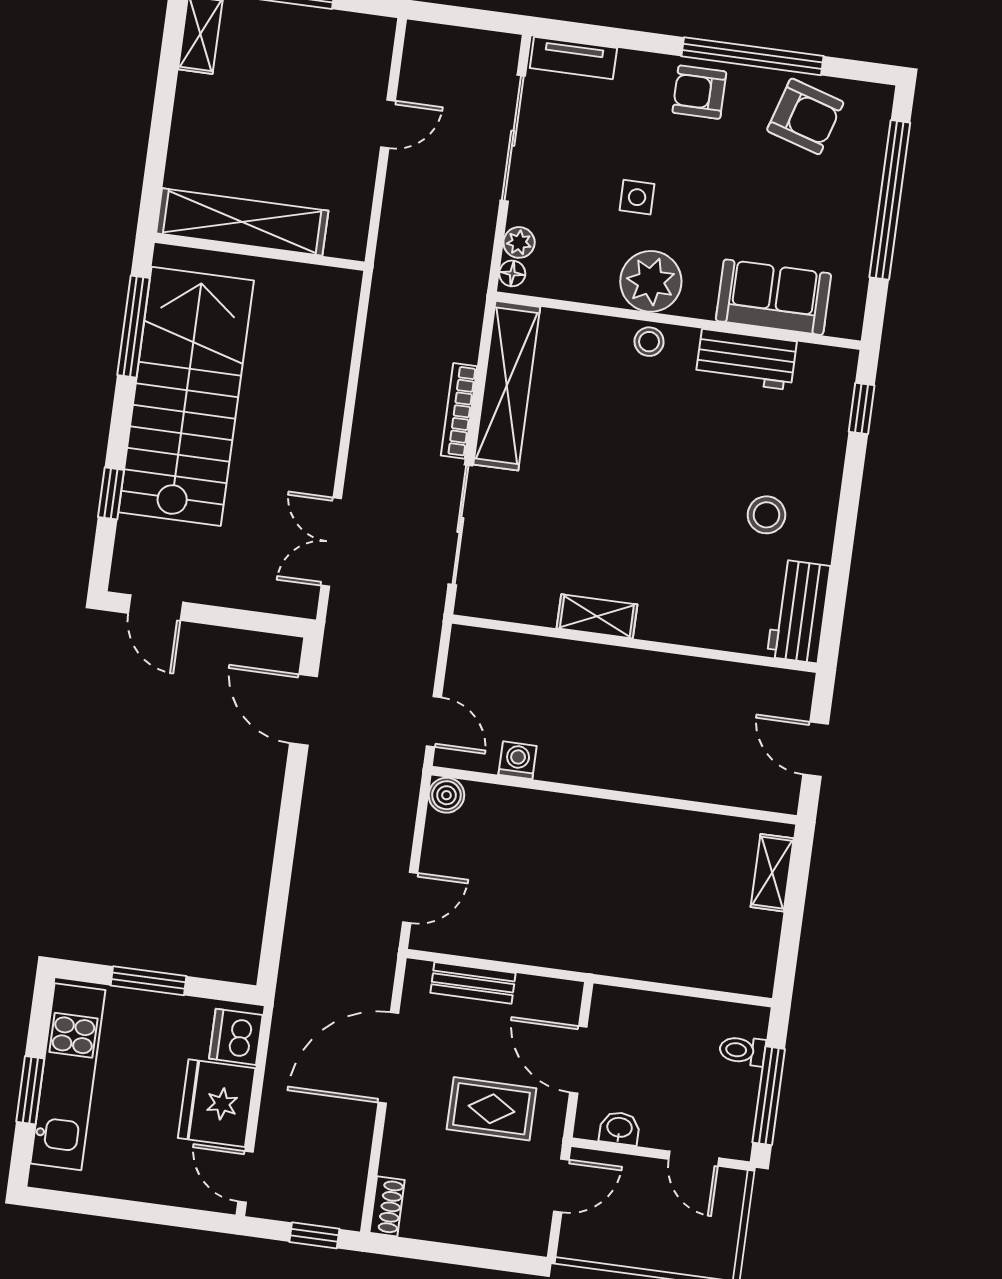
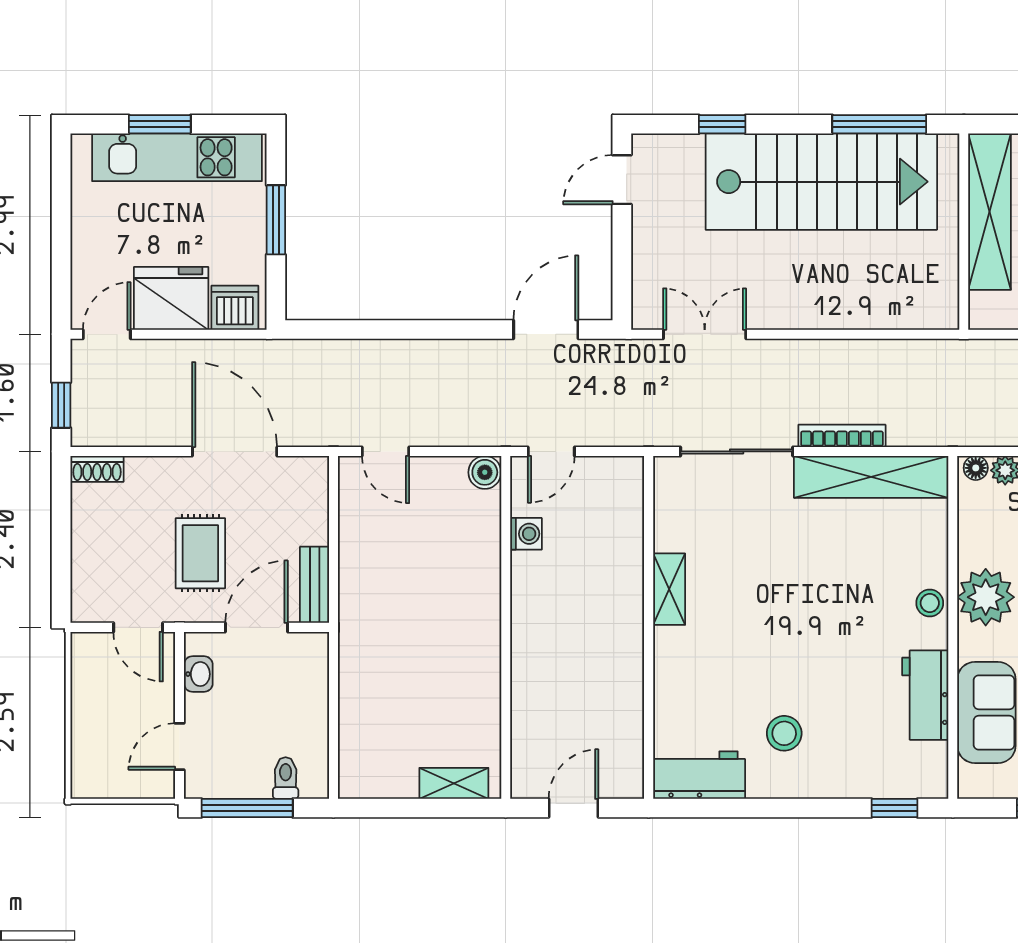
bench: (473, 983) -> (314, 585), moved

